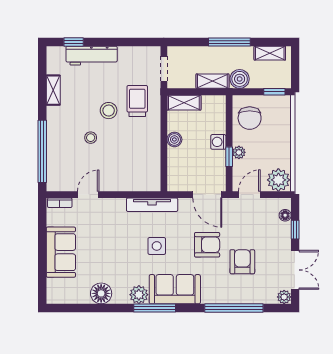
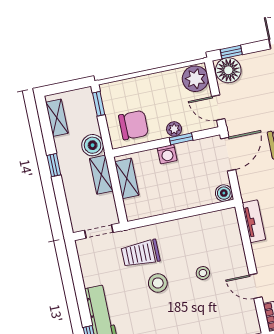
window: (229, 42) -> (54, 165), width x0.46
shelving: (184, 103) -> (127, 178), moved
stool: (91, 138) -> (203, 273), moved
boiler: (174, 139) -> (224, 193), moved
tv unit: (152, 205) -> (254, 221), width x0.71
floor lamp: (285, 215) -> (228, 70), width x1.89, depth x1.89
window: (295, 230) -> (231, 52), moved

